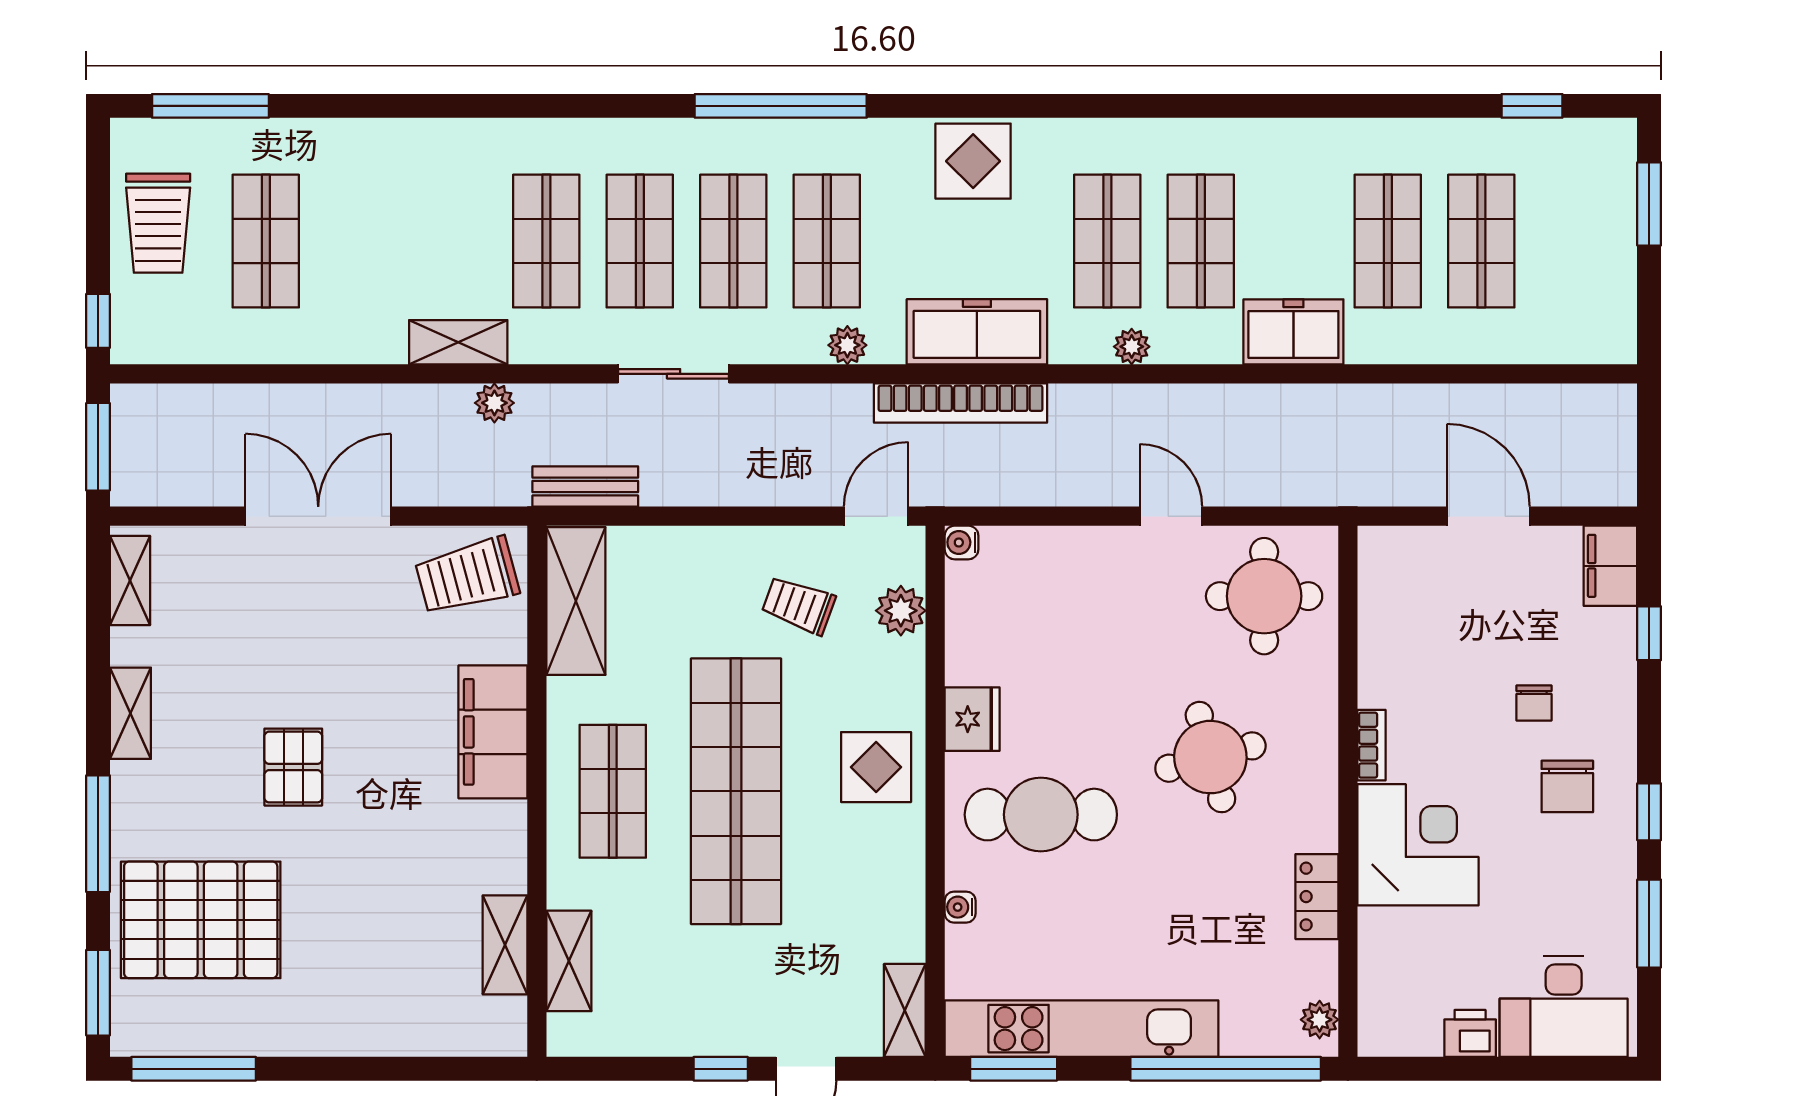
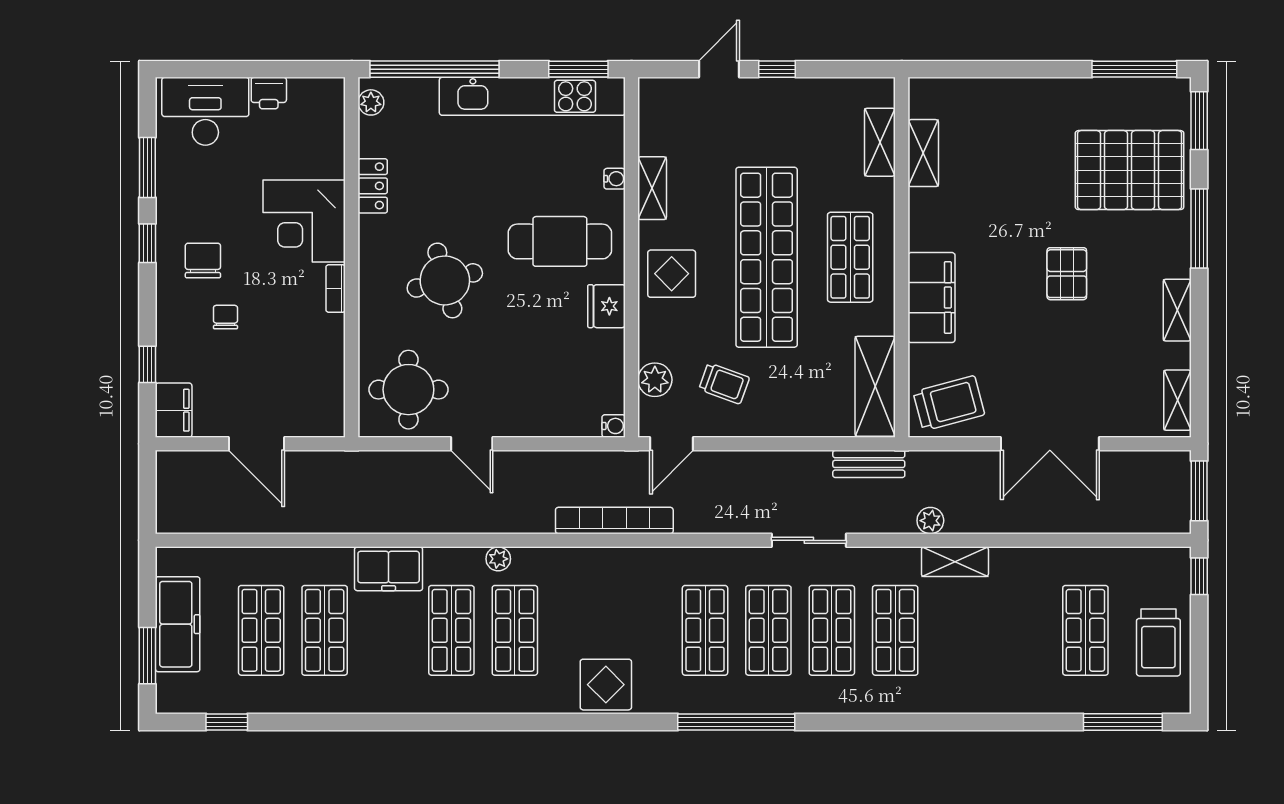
trolley: (158, 223) -> (1158, 642), turned 180
freezer: (977, 332) -> (178, 624), moved, turned -90
plant: (847, 345) -> (691, 560), removed
shelving: (905, 1010) -> (652, 188), moved

